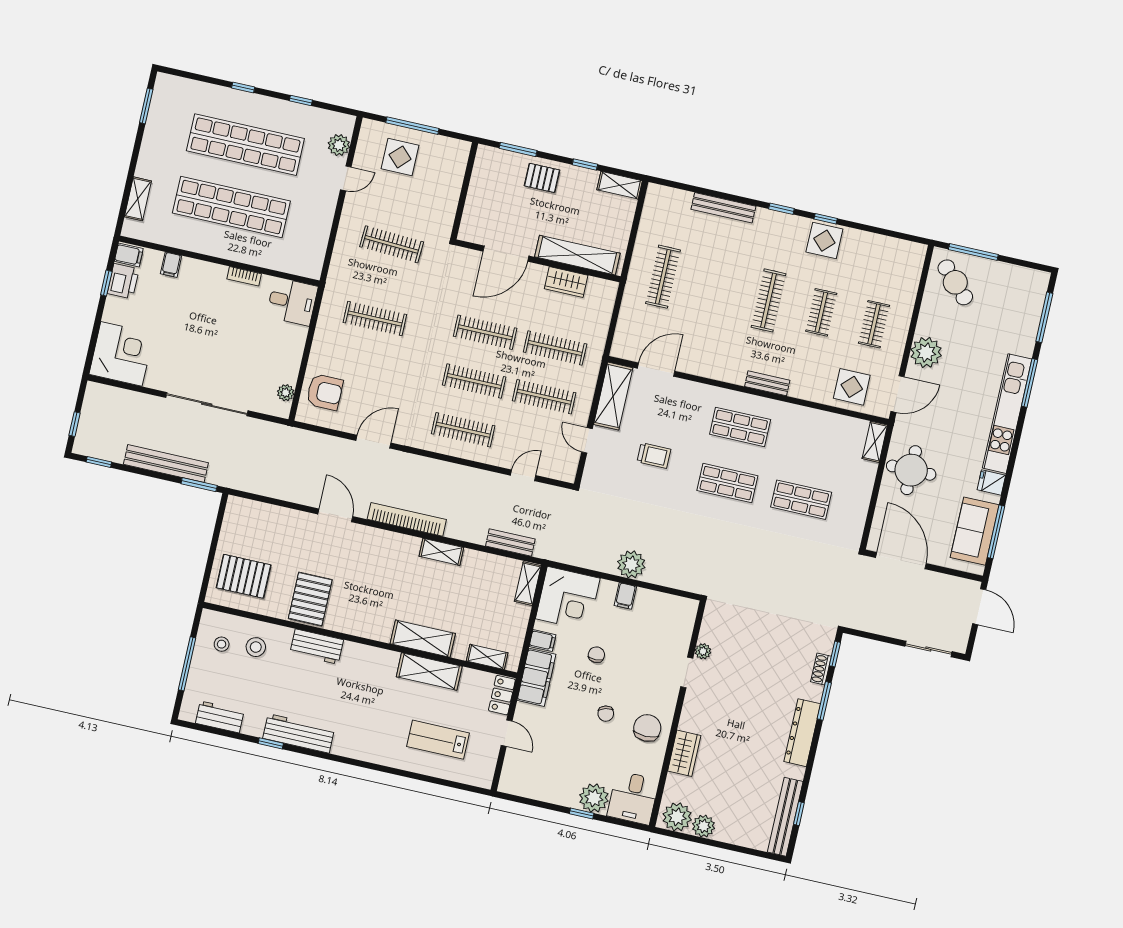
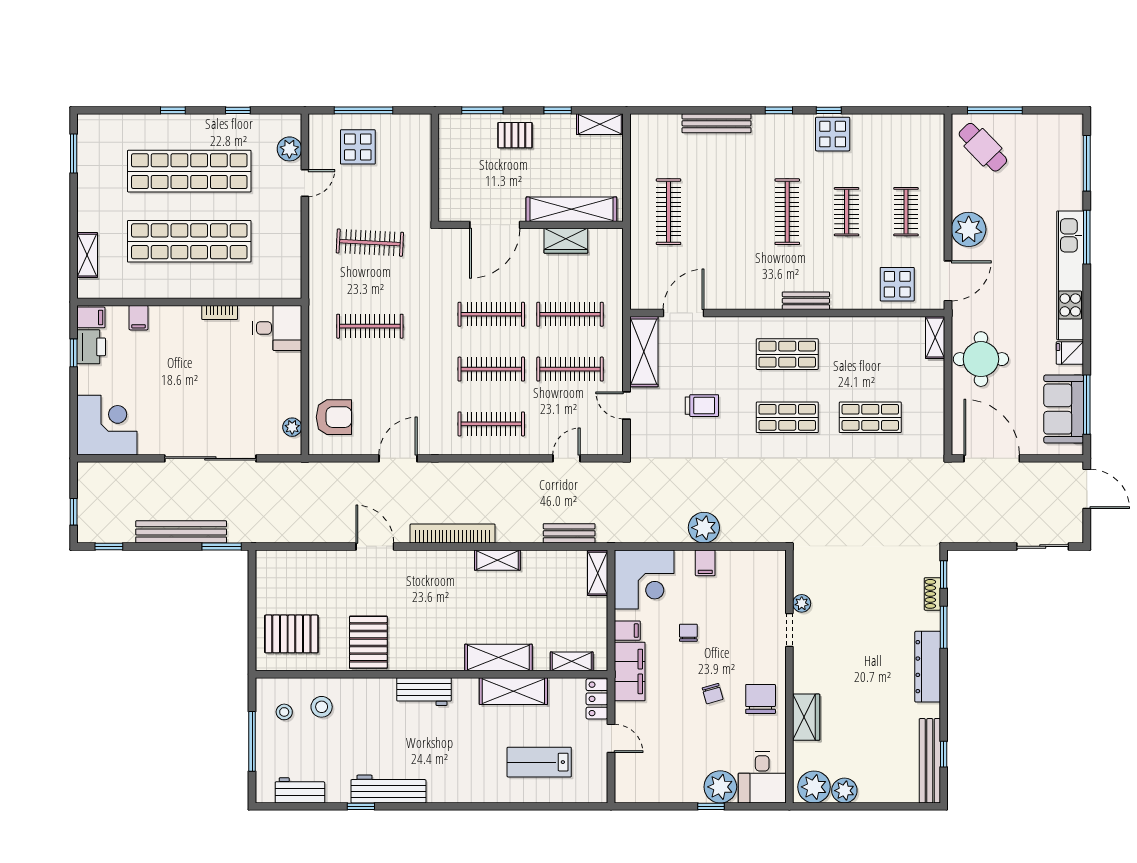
workbench: (317, 647) -> (424, 692), moved

